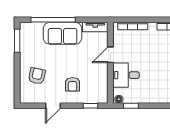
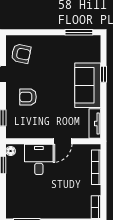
window: (53, 20) -> (103, 74), width x0.32
door: (110, 55) -> (63, 141), swing flipped
armchair: (37, 76) -> (21, 54), moved

